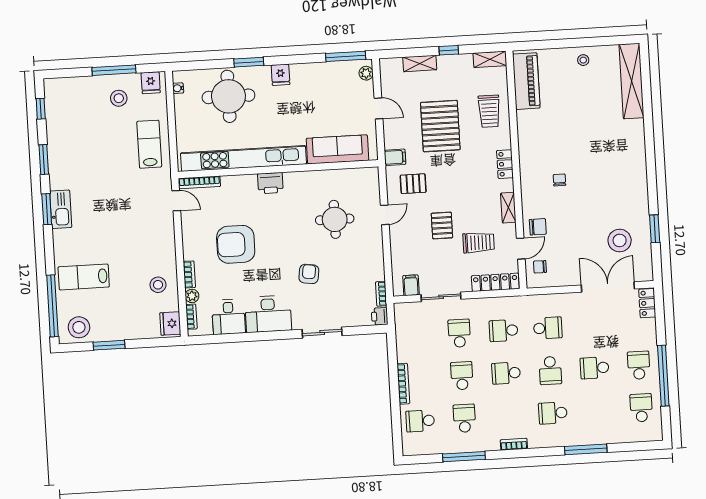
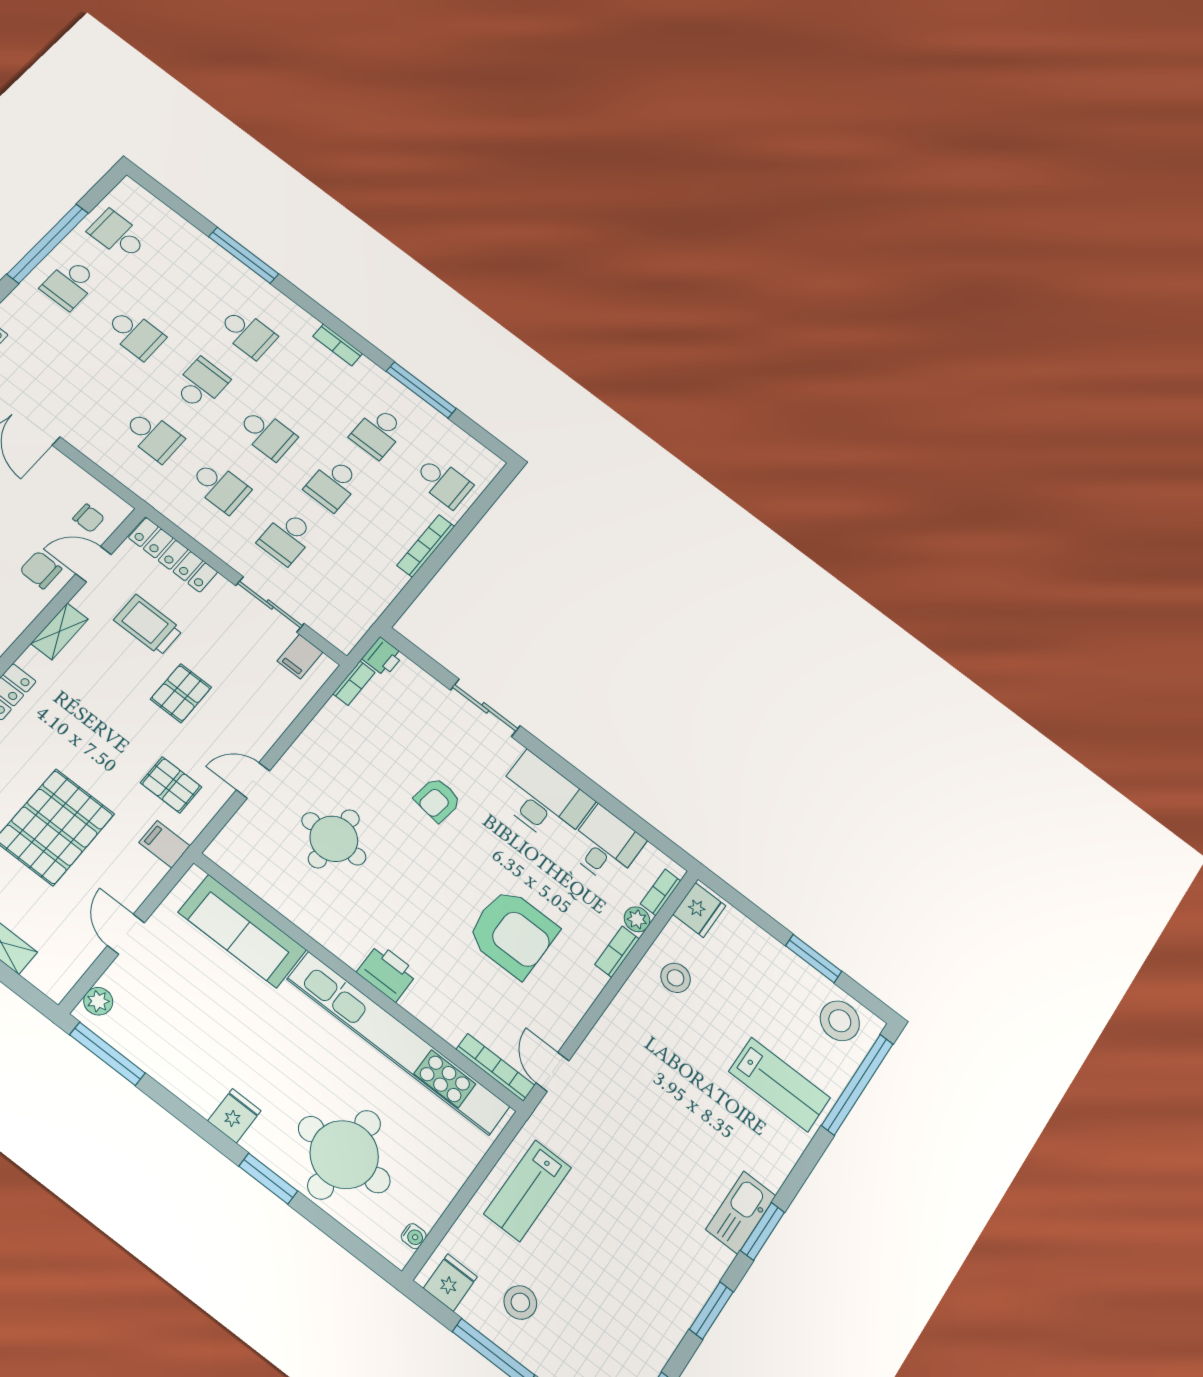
school desk: (548, 328) -> (153, 436), turned 180
school desk: (641, 408) -> (118, 235), turned 90

